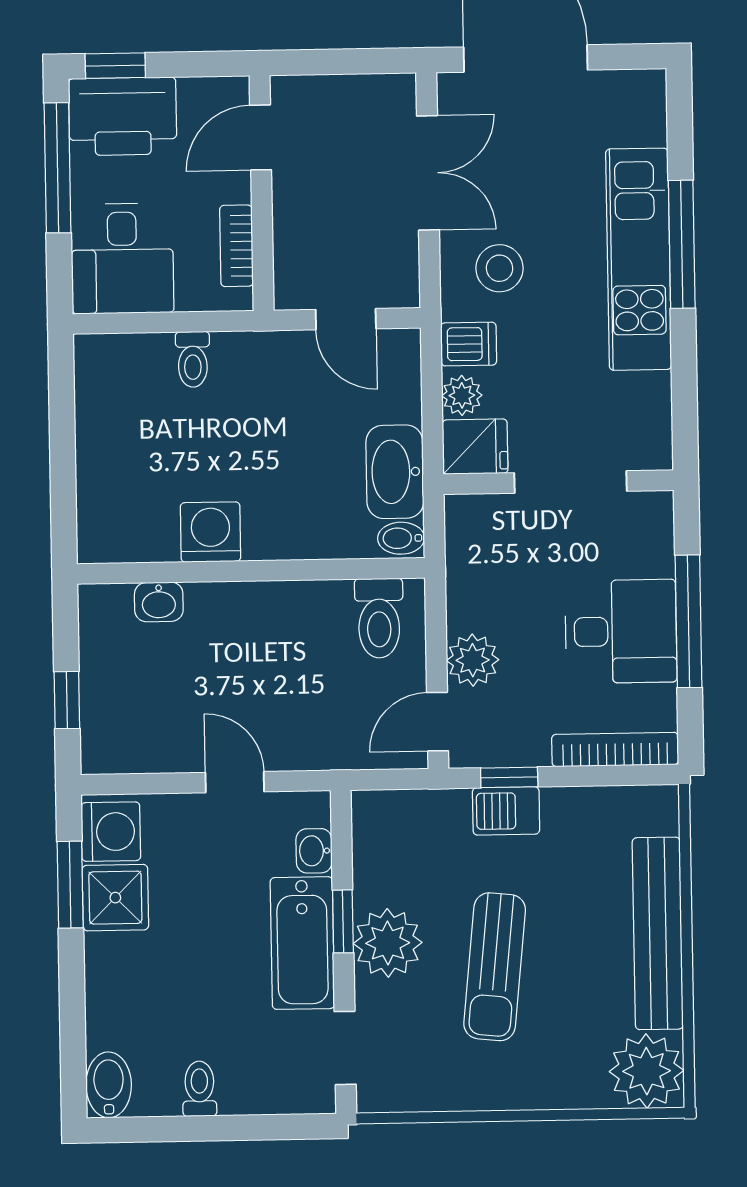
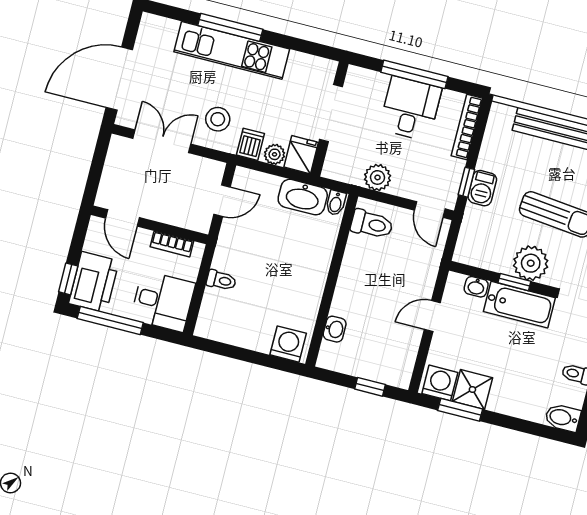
washing machine: (210, 532) -> (288, 344), moved, turned 90
plant: (473, 660) -> (378, 177), moved

